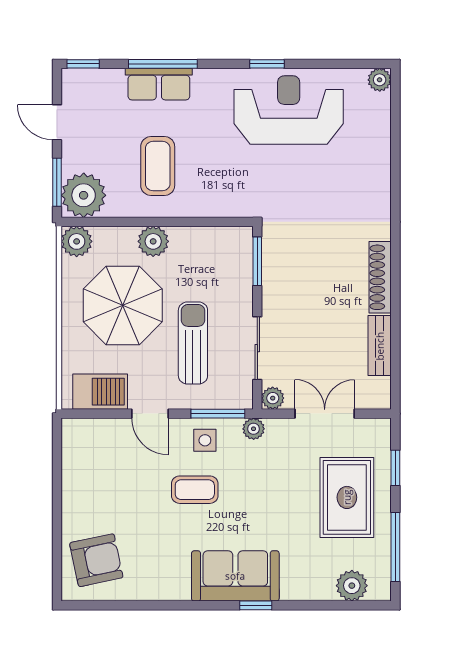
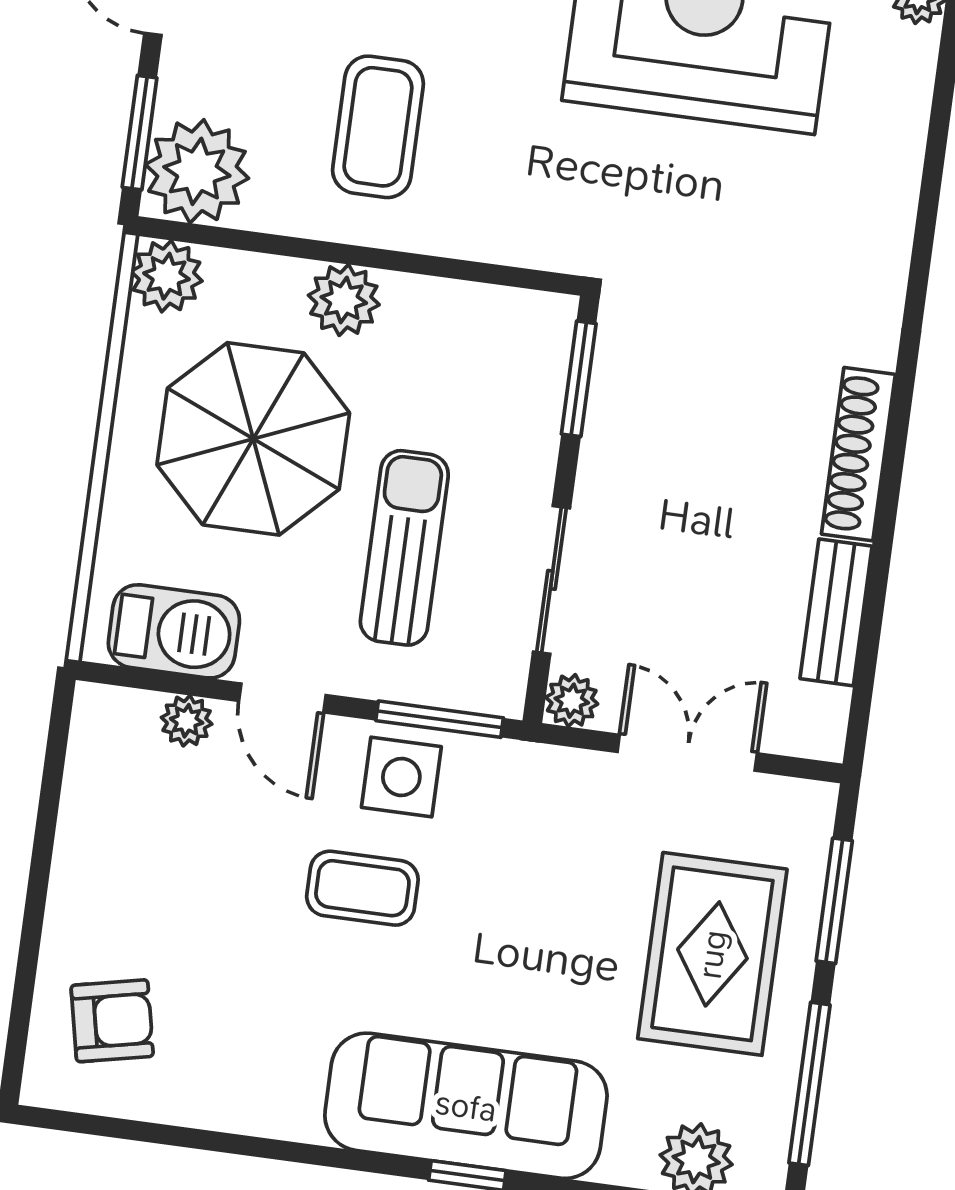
plant: (254, 429) -> (187, 721), moved
side table: (205, 440) -> (401, 777), width x1.37, depth x1.37
window: (395, 468) -> (834, 901), width x1.50
armchair: (96, 560) -> (112, 1021), width x0.72, depth x0.72
sofa: (235, 576) -> (466, 1106), width x1.36

